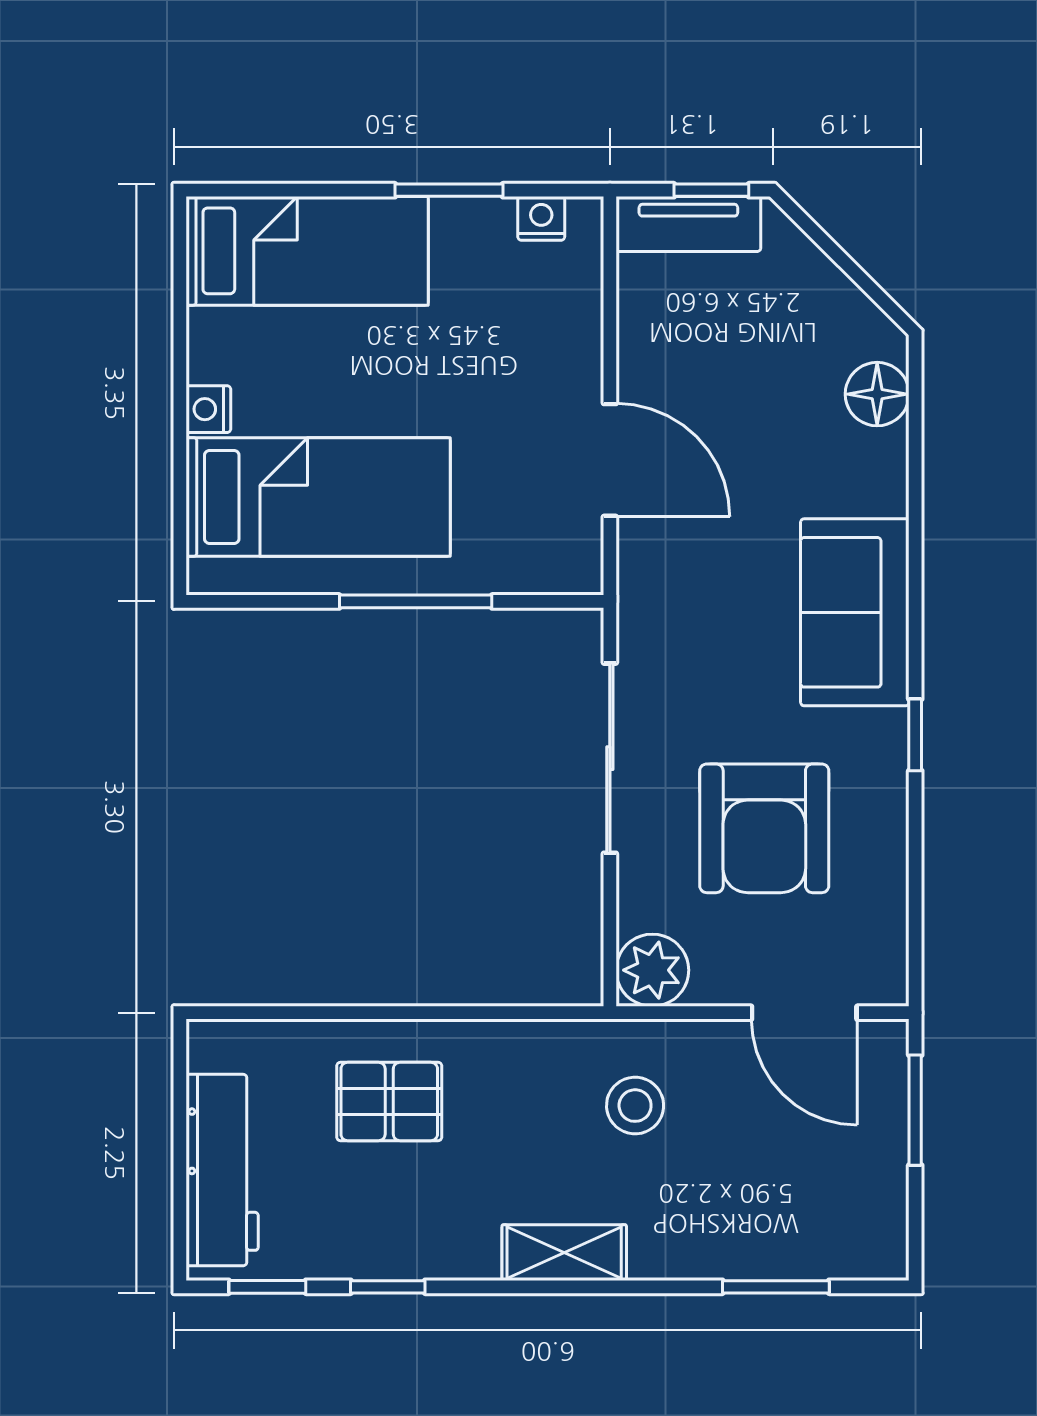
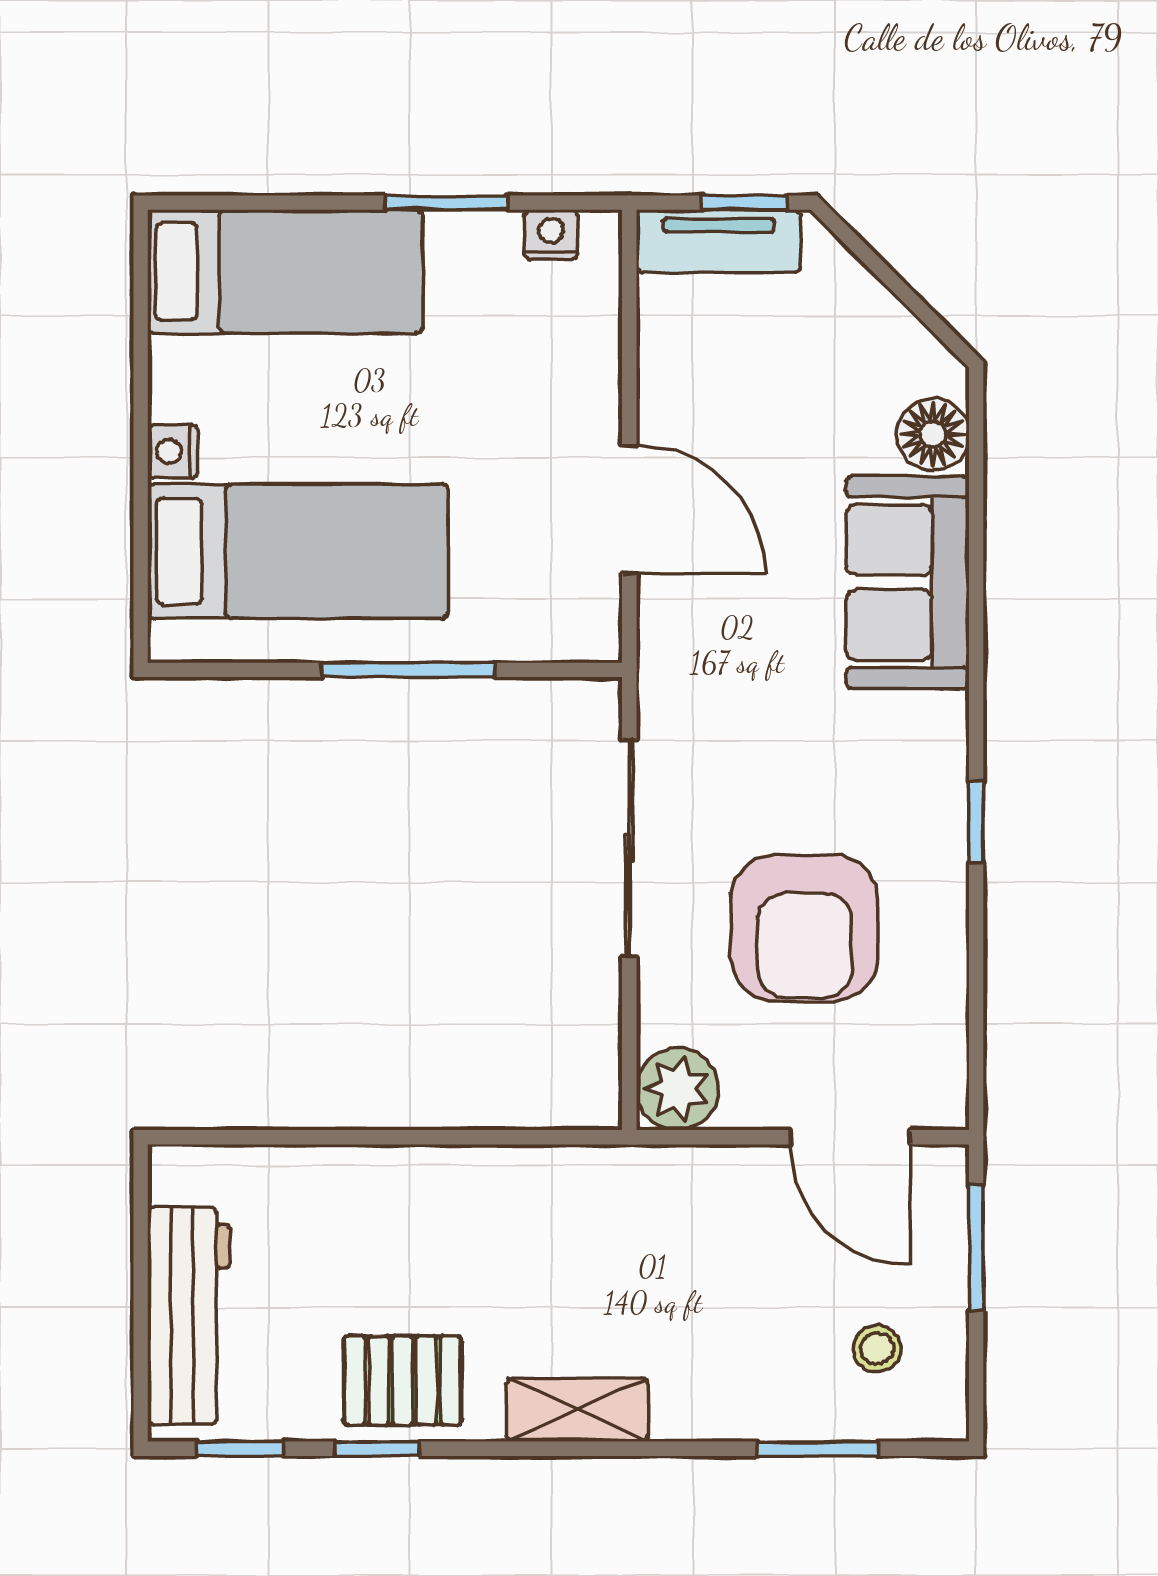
sofa: (855, 612) -> (908, 582), moved
pallet: (389, 1101) -> (403, 1380), moved
stool: (635, 1106) -> (877, 1348), moved, width x0.73, depth x0.73

